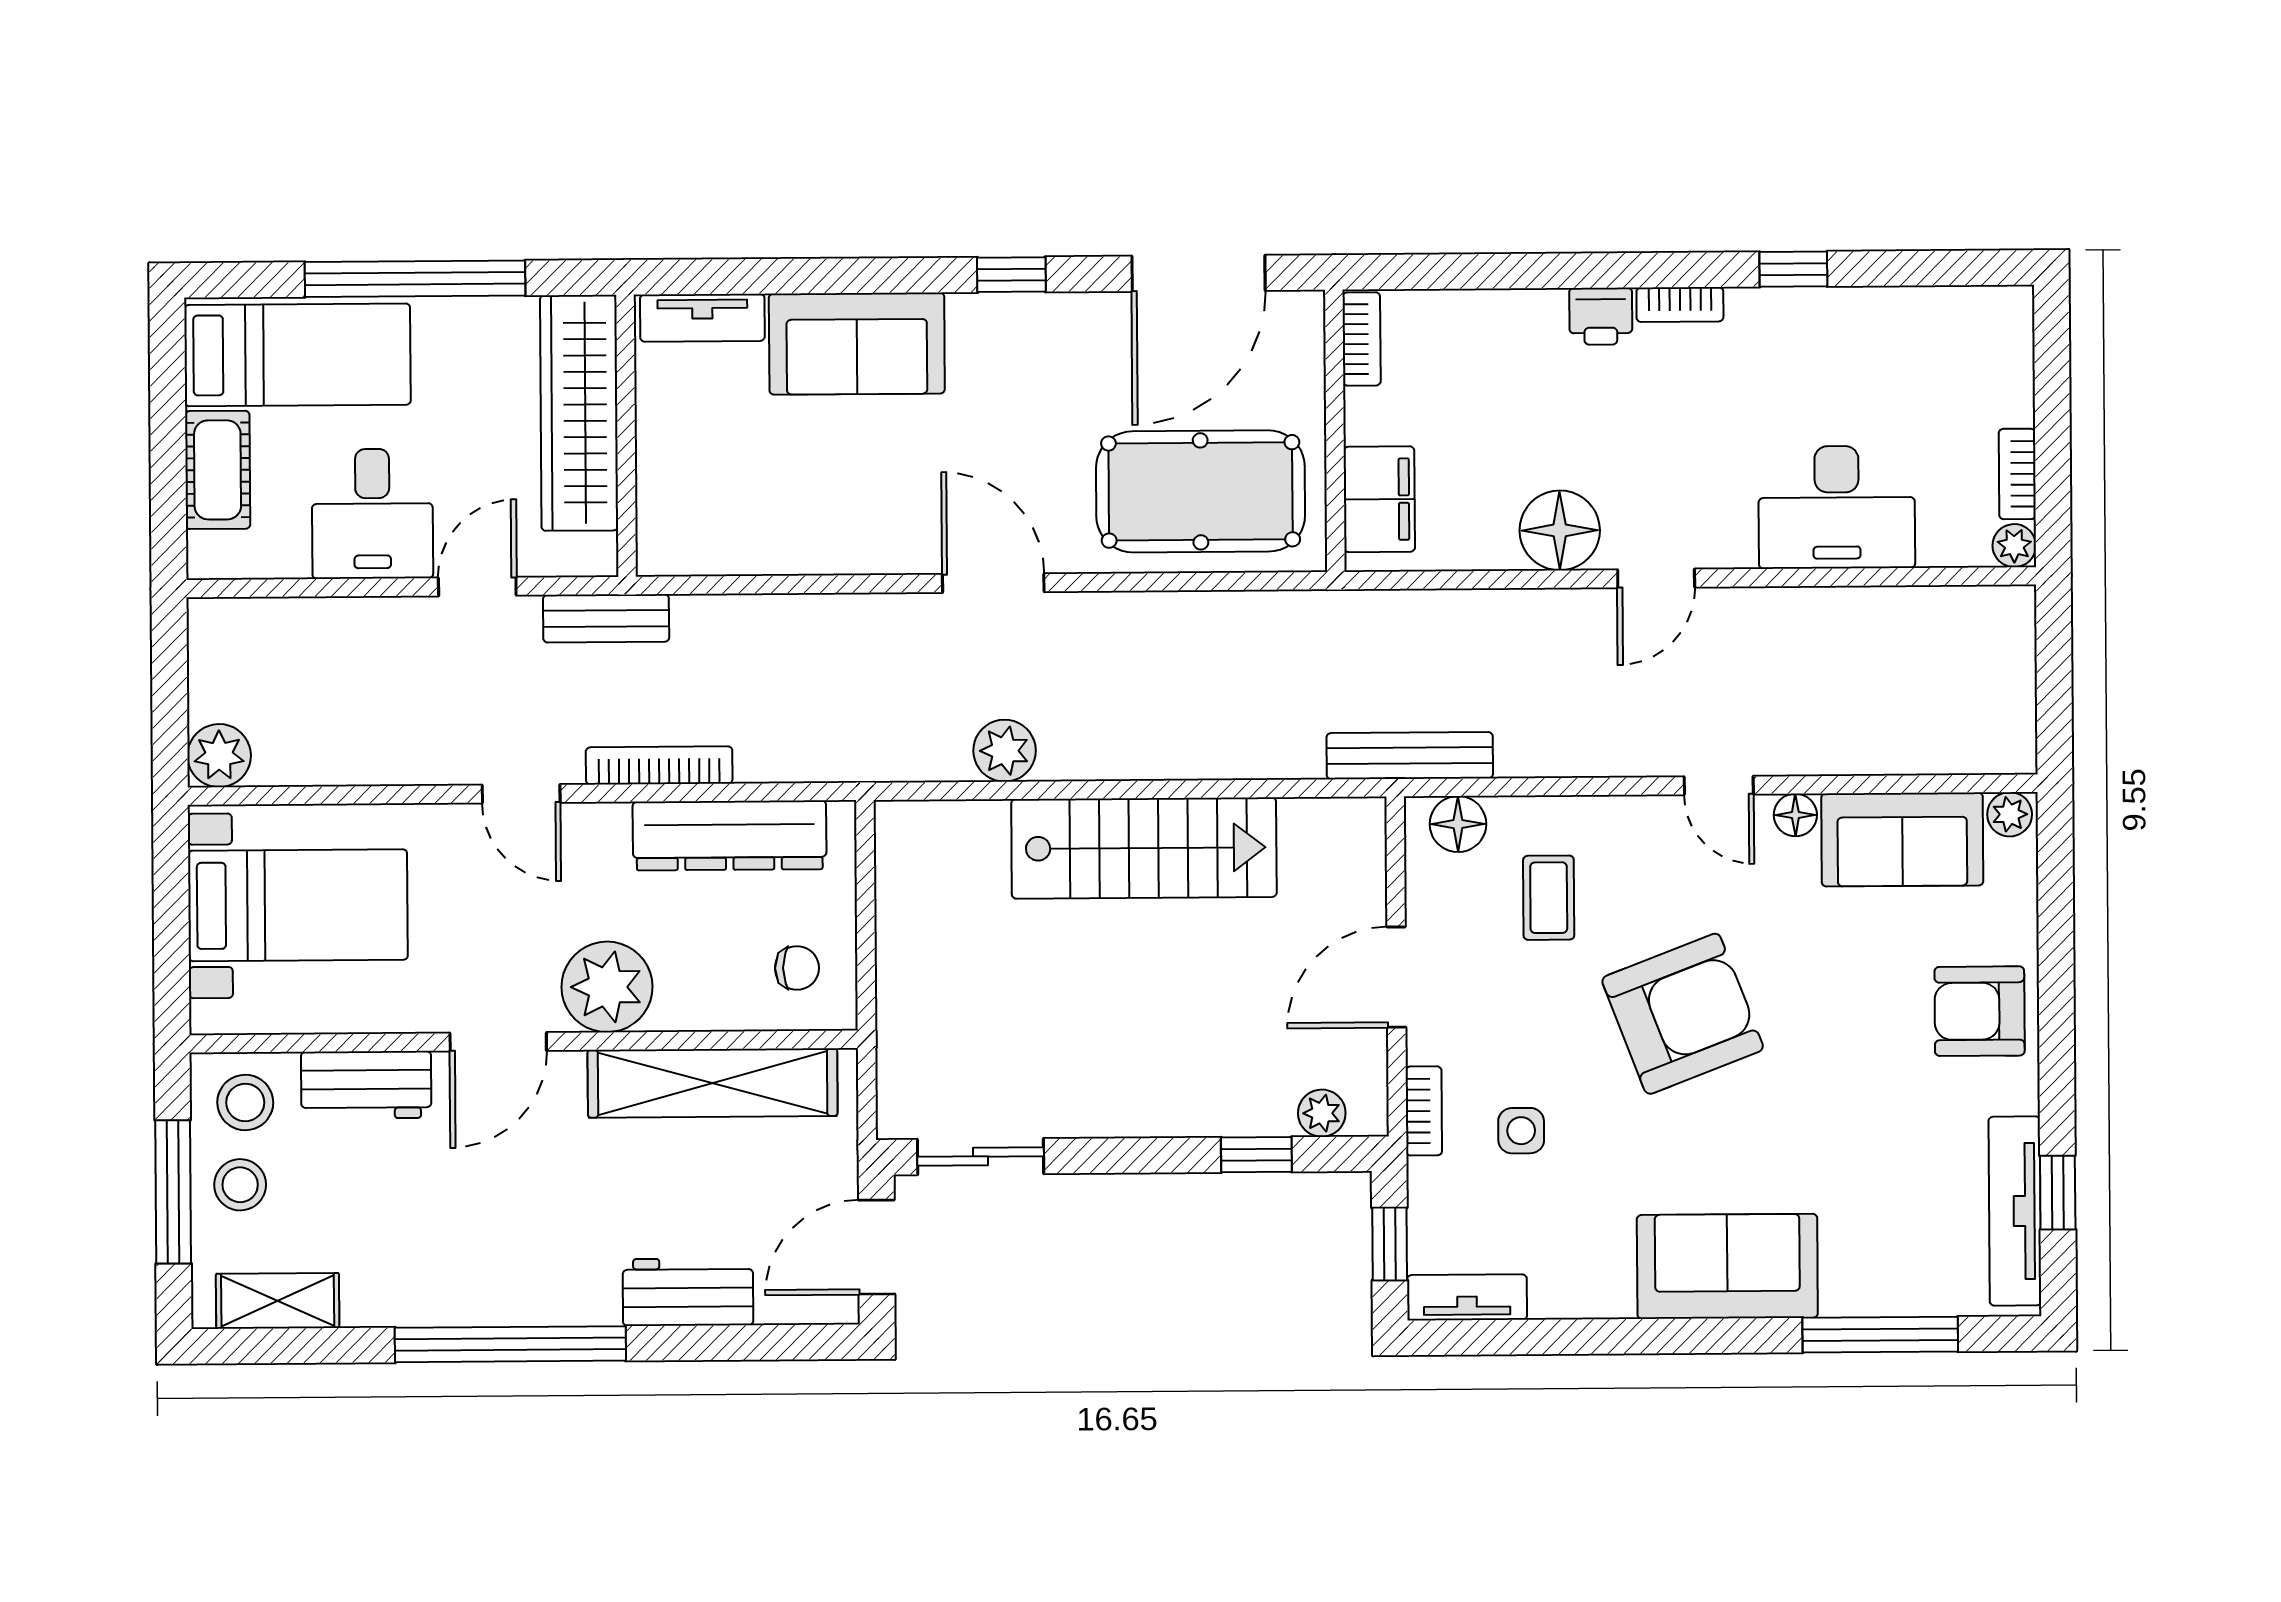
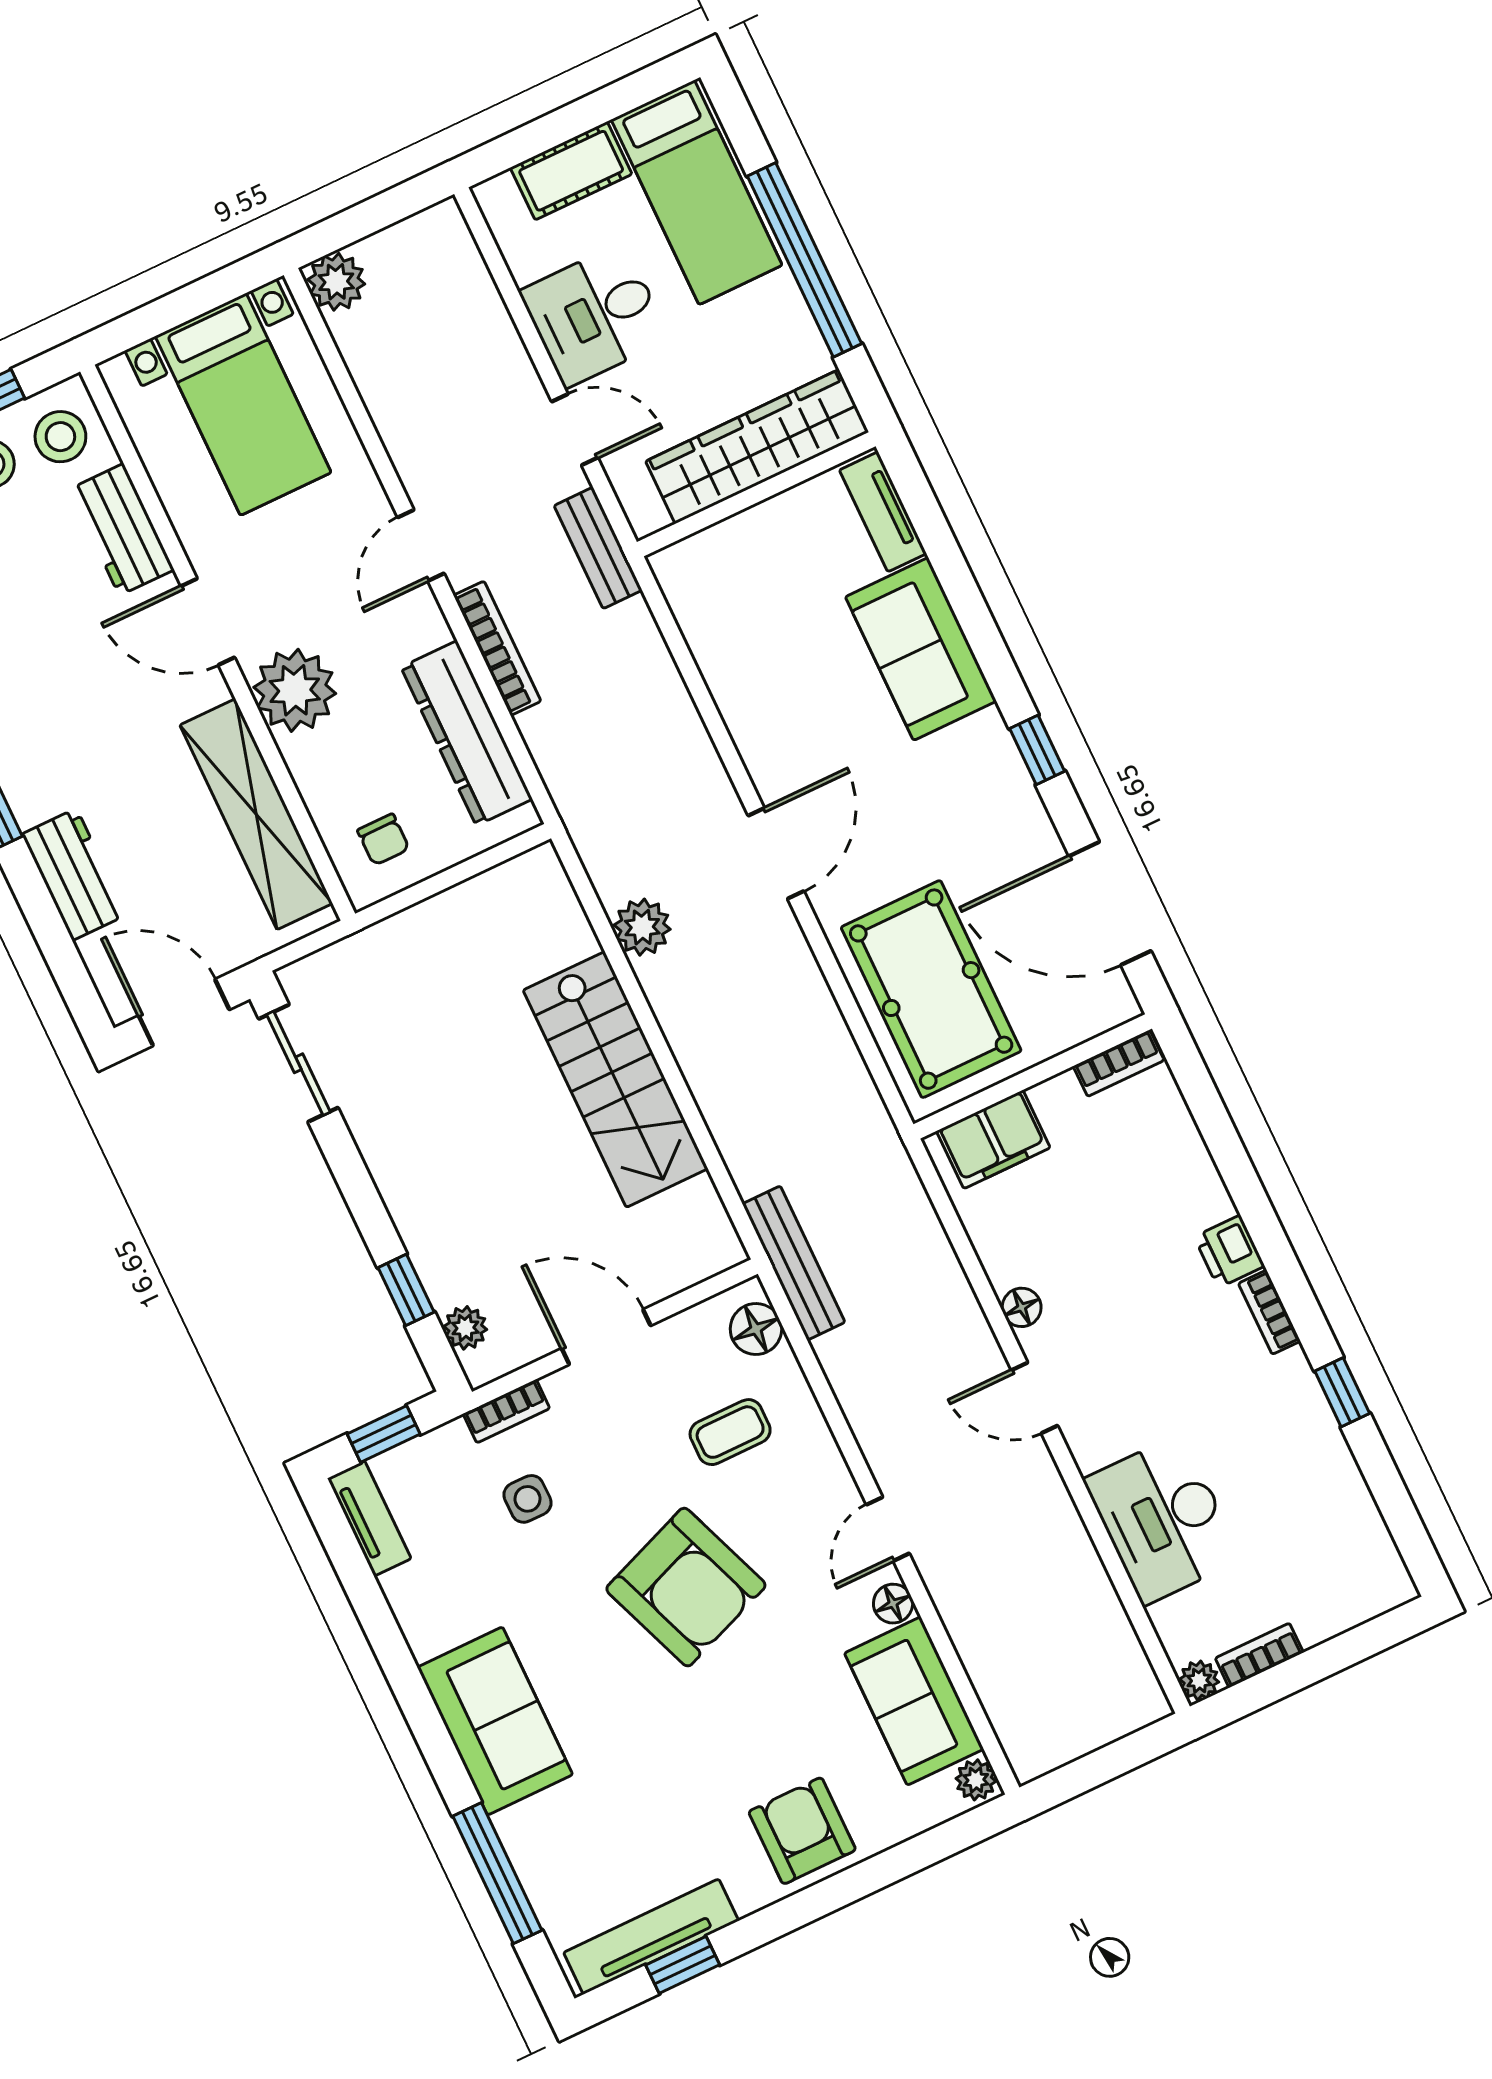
floor lamp: (1560, 530) -> (1022, 1307), width x0.53, depth x0.53

